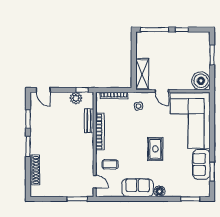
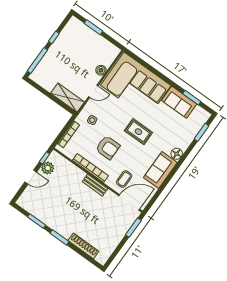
boiler: (201, 81) -> (101, 70), moved, width x0.54, depth x0.54
door: (43, 90) -> (31, 177), moved
bench: (89, 121) -> (95, 185), moved
armchair: (126, 134) -> (108, 147), added
door: (95, 182) -> (129, 202), width x1.88

